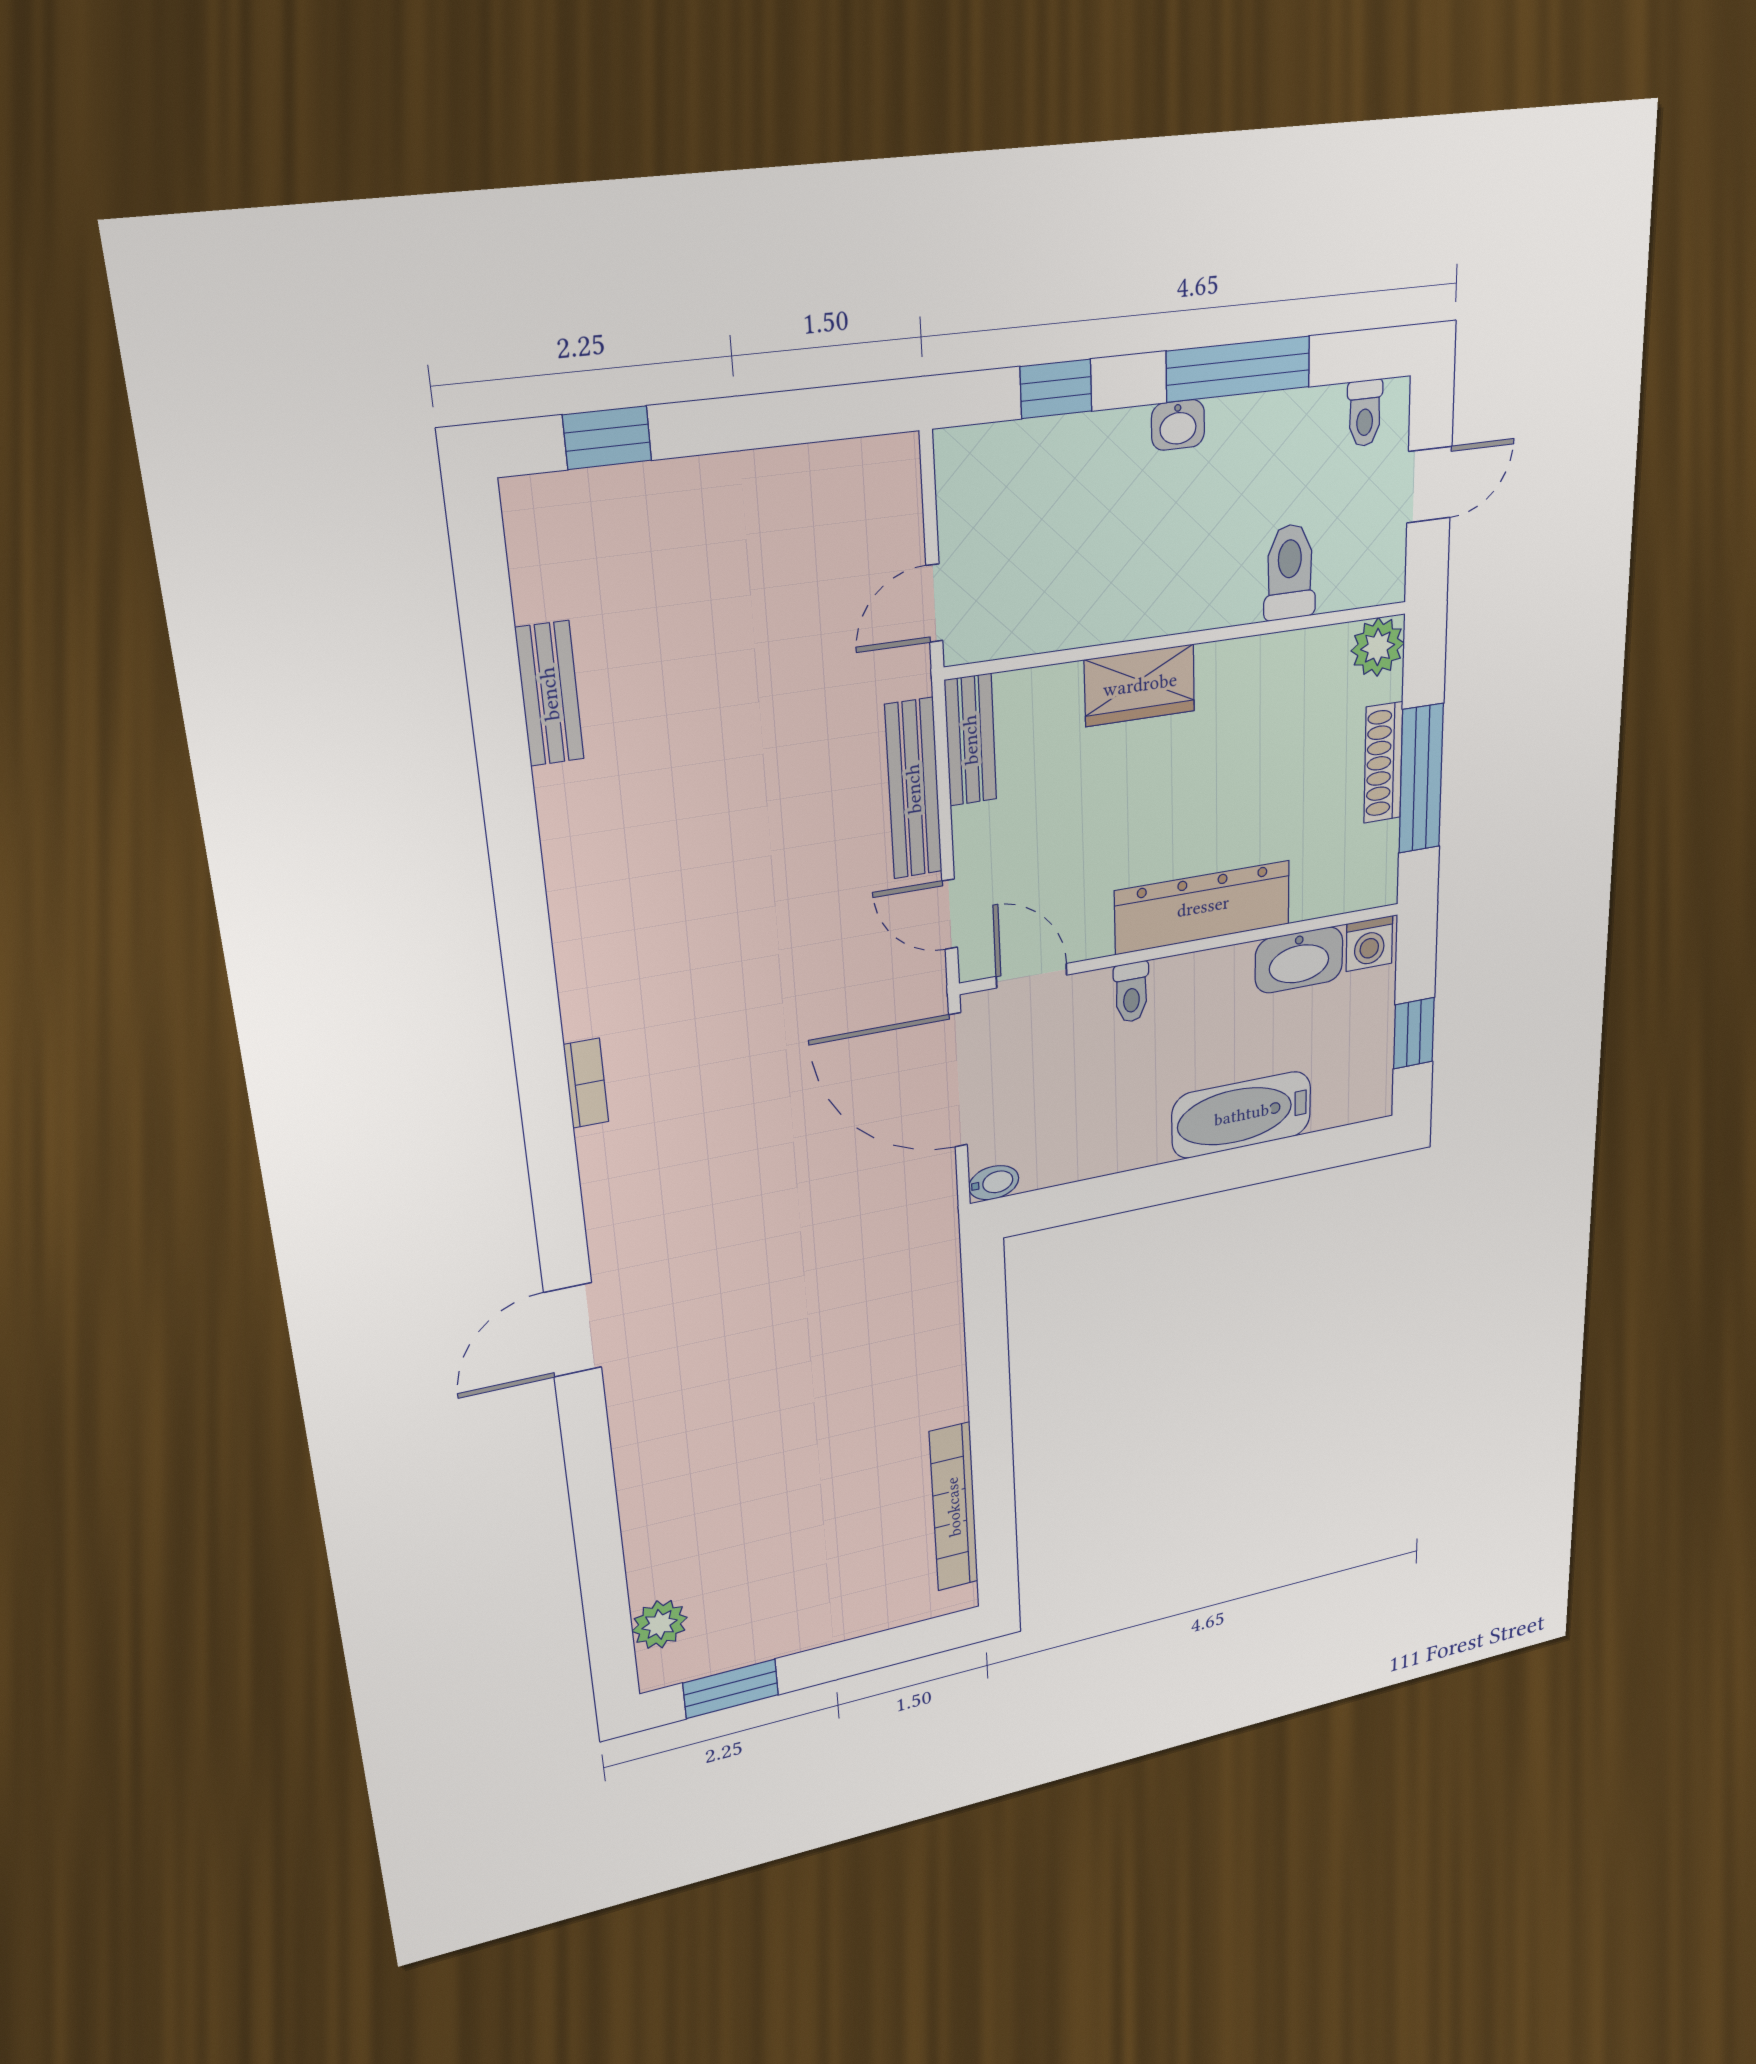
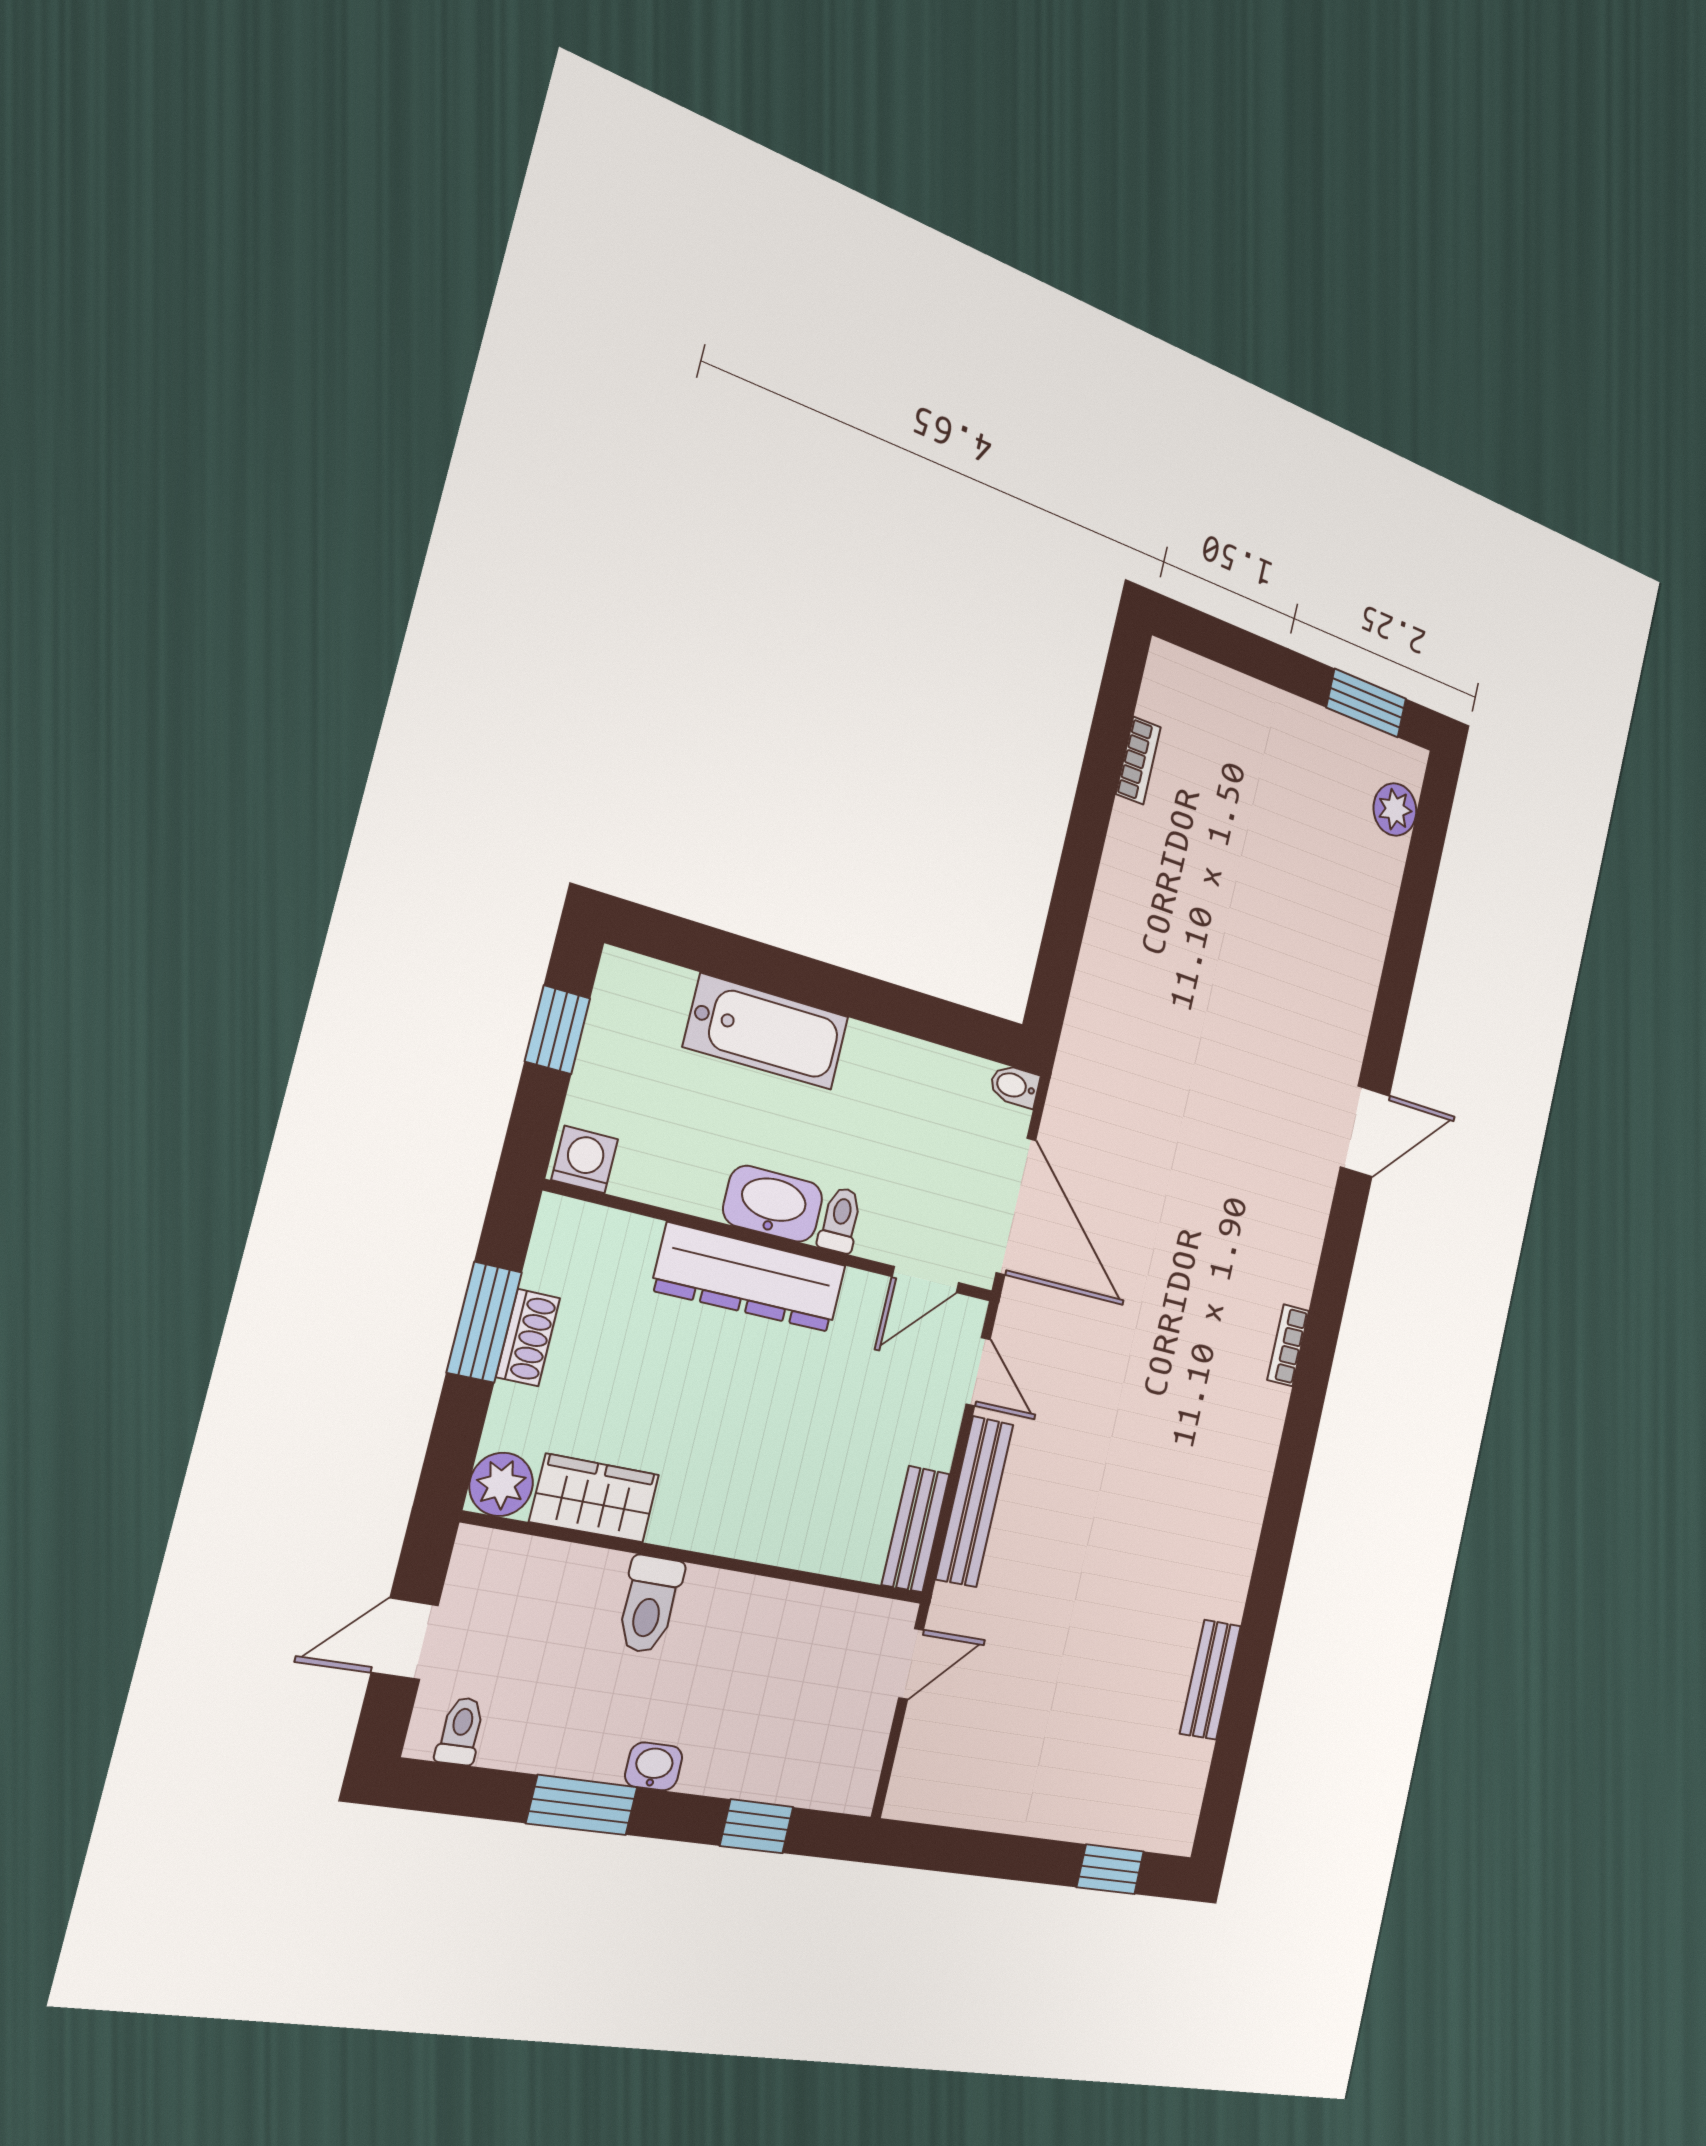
window: (1238, 369) -> (582, 1805), width x0.69
toilet: (1290, 572) -> (649, 1604), moved
wardrobe: (1140, 685) -> (595, 1498), moved
shoe rack: (1383, 763) -> (528, 1338), width x0.70
window: (1421, 779) -> (484, 1322), width x0.69
washbasin: (1299, 960) -> (773, 1204), moved
door: (1032, 976) -> (925, 1280), hinge flipped
bookcase: (954, 1507) -> (1138, 760), width x0.43, depth x0.76

